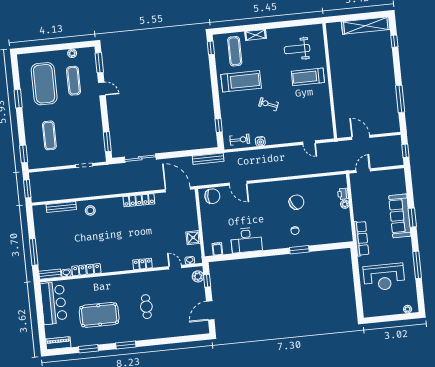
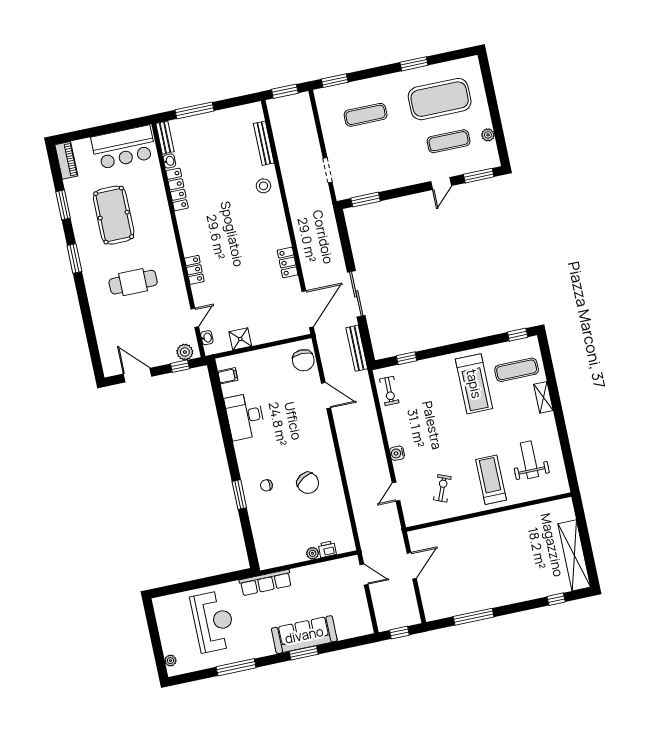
exercise bike: (268, 104) -> (442, 488), moved
water cooler: (260, 141) -> (397, 453), moved
sliding door: (140, 158) -> (356, 294), moved
door: (238, 183) -> (326, 396), swing flipped
locker: (139, 200) -> (288, 262), width x0.66
reception desk: (384, 277) -> (213, 621), turned 180
cafe table: (146, 307) -> (133, 282), width x1.37, depth x1.35

